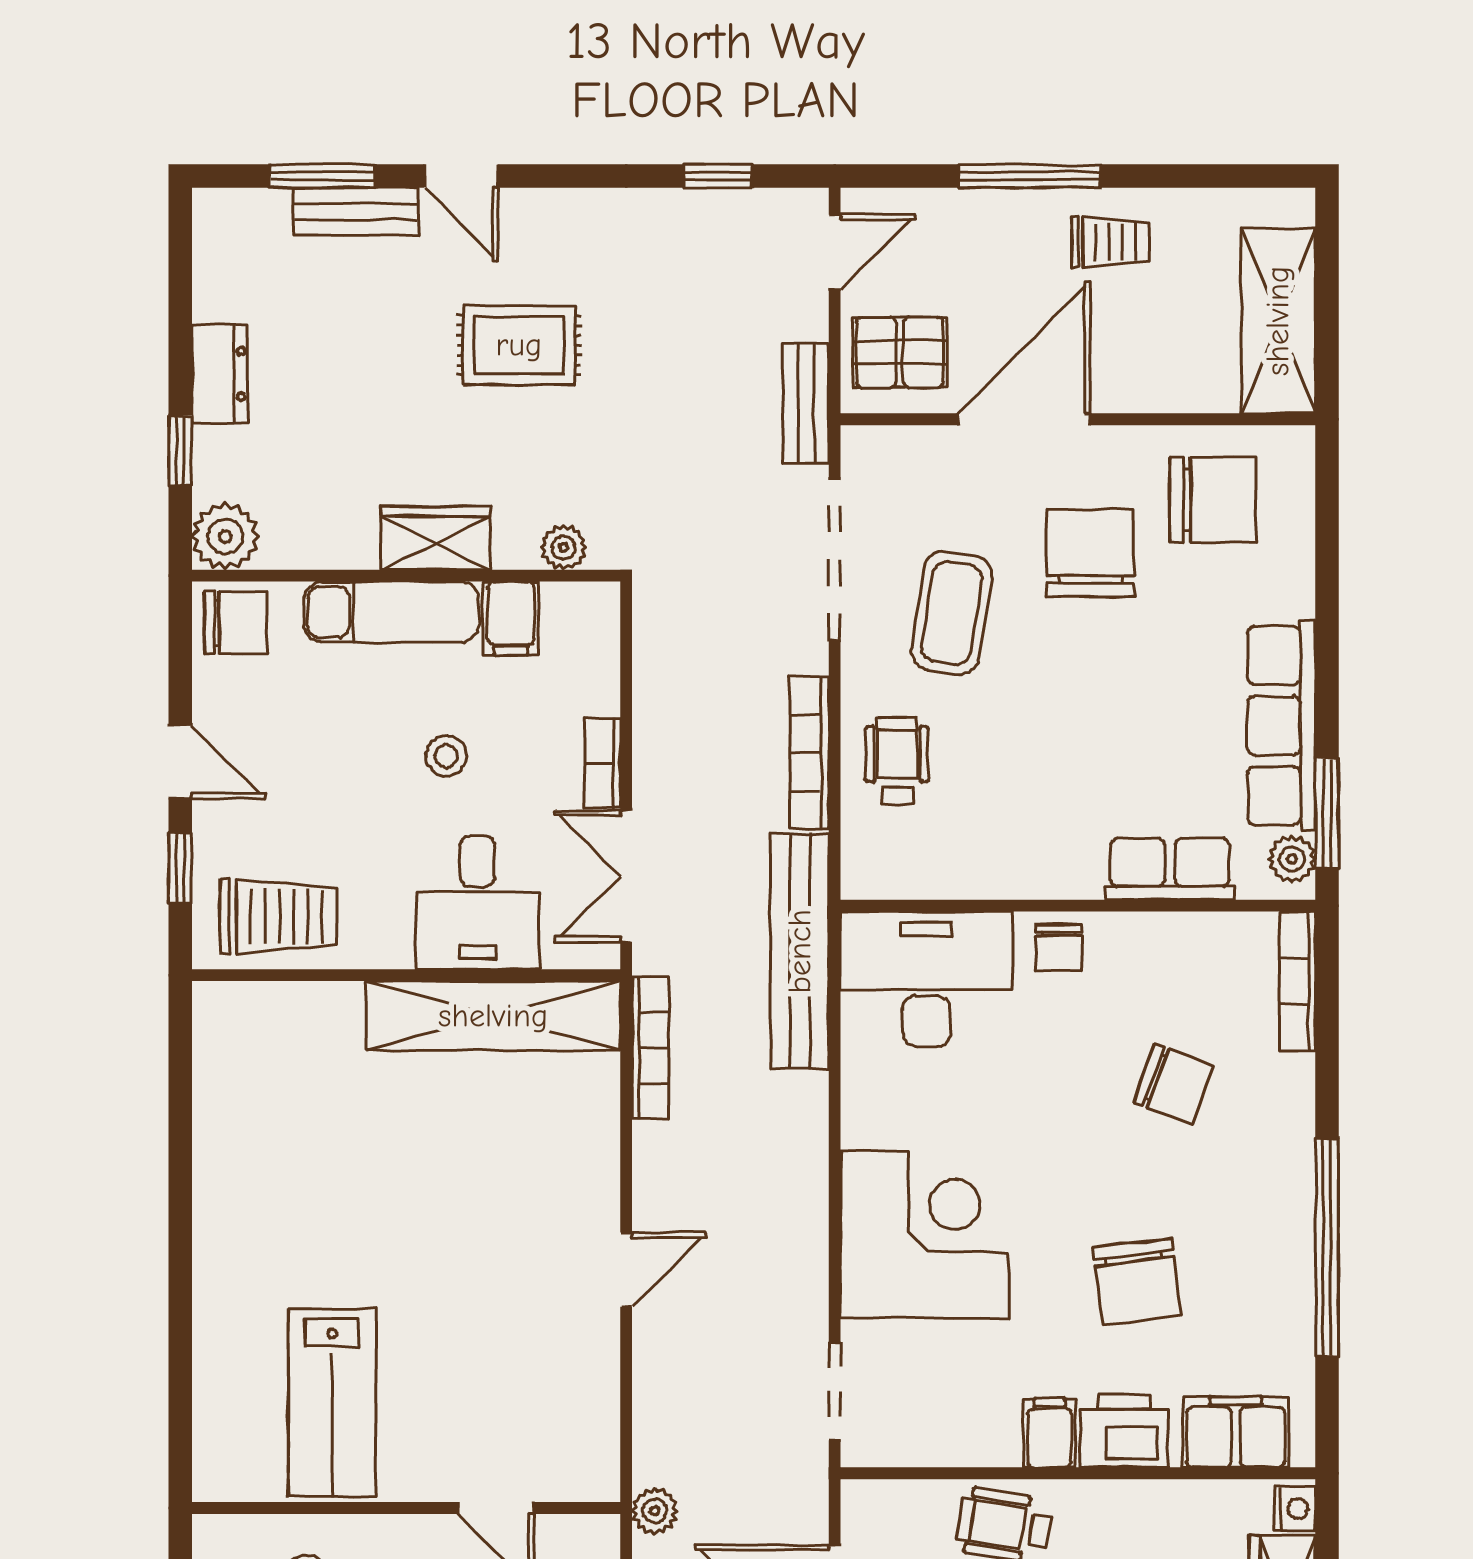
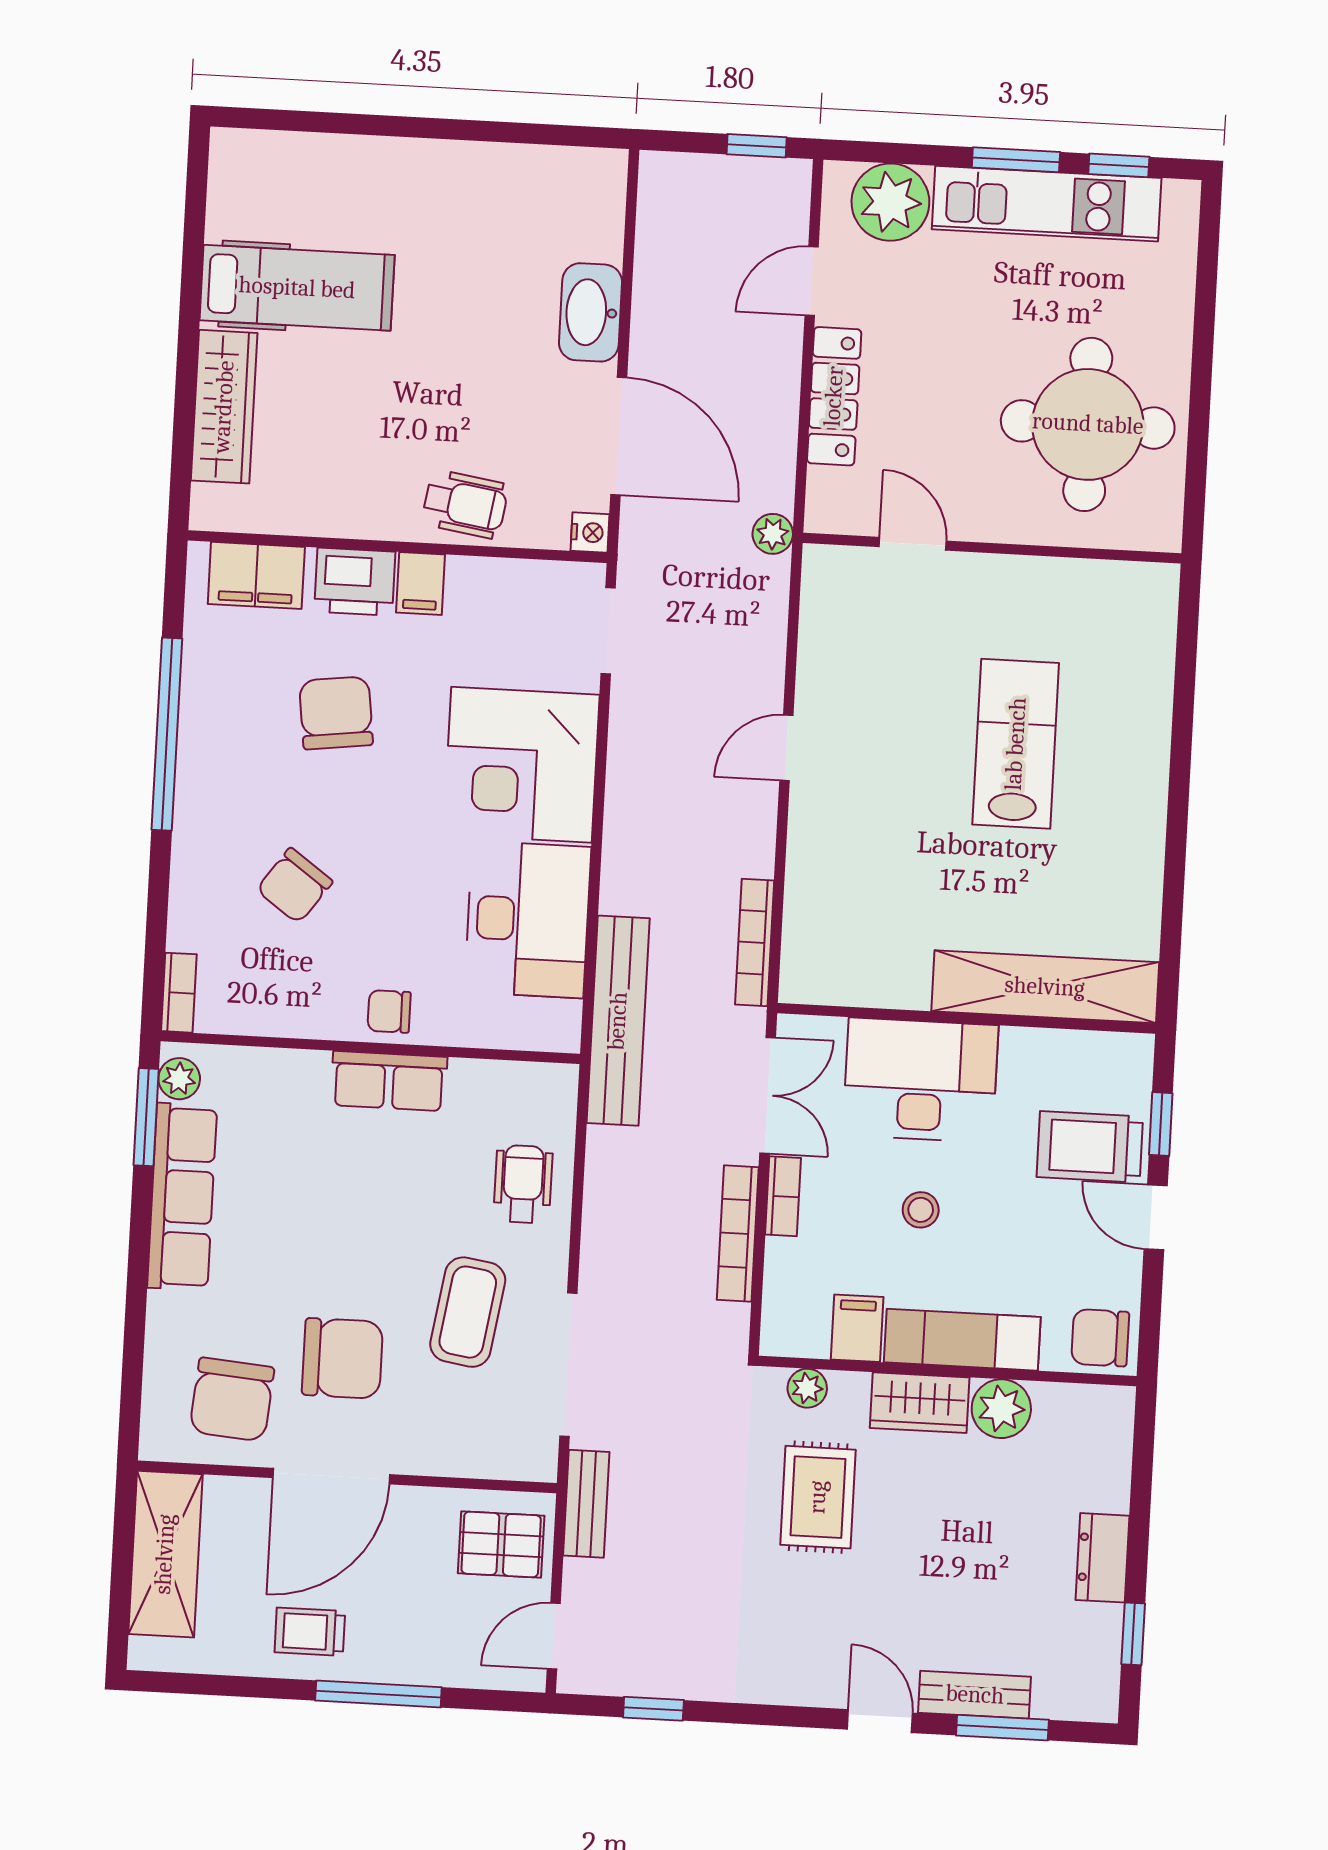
rug: (519, 345) -> (818, 1497), moved, turned 90
door: (1024, 419) -> (331, 1476), moved
window: (180, 450) -> (1133, 1634), moved
chair: (1213, 500) -> (232, 1399), turned -85
plant: (225, 536) -> (1001, 1409), moved
chair: (1090, 553) -> (342, 1358), turned -90
bookcase: (809, 753) -> (738, 1234), moved, turned 180
wheelchair: (897, 761) -> (523, 1184), turned 180
row of seats: (1170, 869) -> (389, 1081), moved
desk: (477, 903) -> (921, 1080), width x1.37
trolley: (278, 917) -> (1090, 1147), moved
chair: (1059, 948) -> (389, 1011), turned -90
desk: (926, 979) -> (528, 919), moved, turned -90
bookcase: (1298, 981) -> (179, 993), width x0.64
shelving: (493, 1016) -> (1045, 987), moved
chair: (1174, 1084) -> (294, 886), turned -74
lab bench: (332, 1403) -> (1016, 744), moved
nightstand: (1295, 1509) -> (590, 532), moved, turned 180

